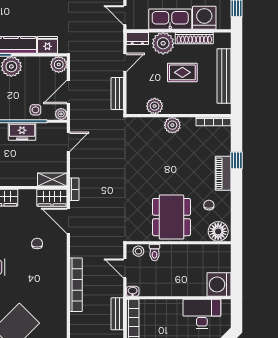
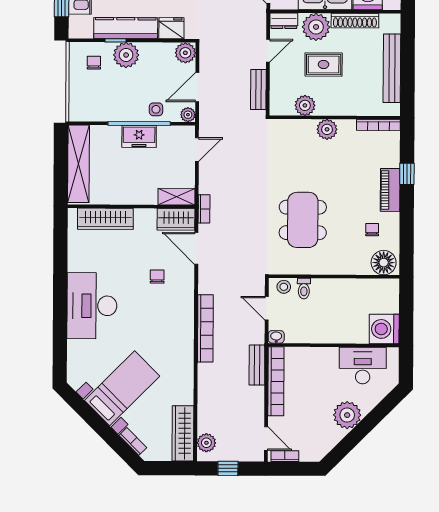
rug: (182, 72) -> (324, 64), moved
dining table: (171, 217) -> (303, 220), moved

